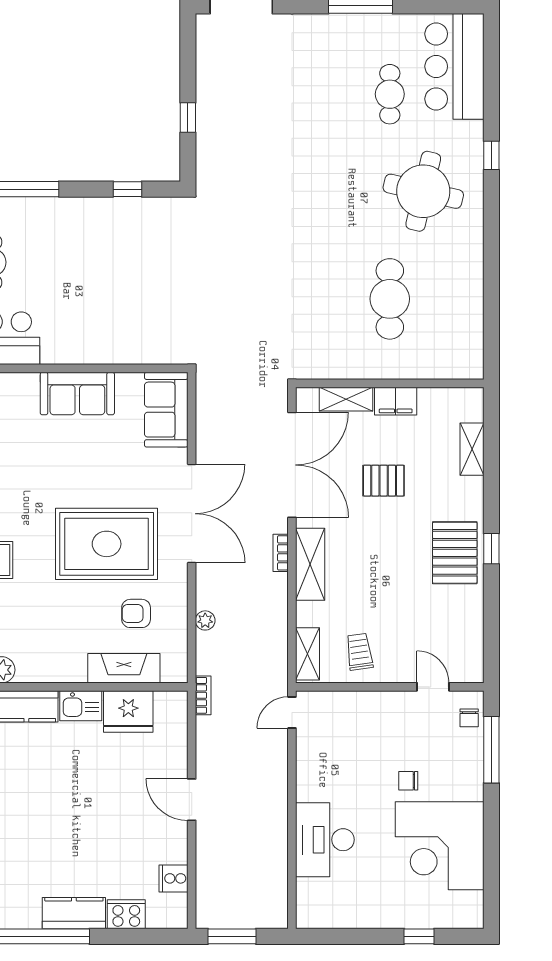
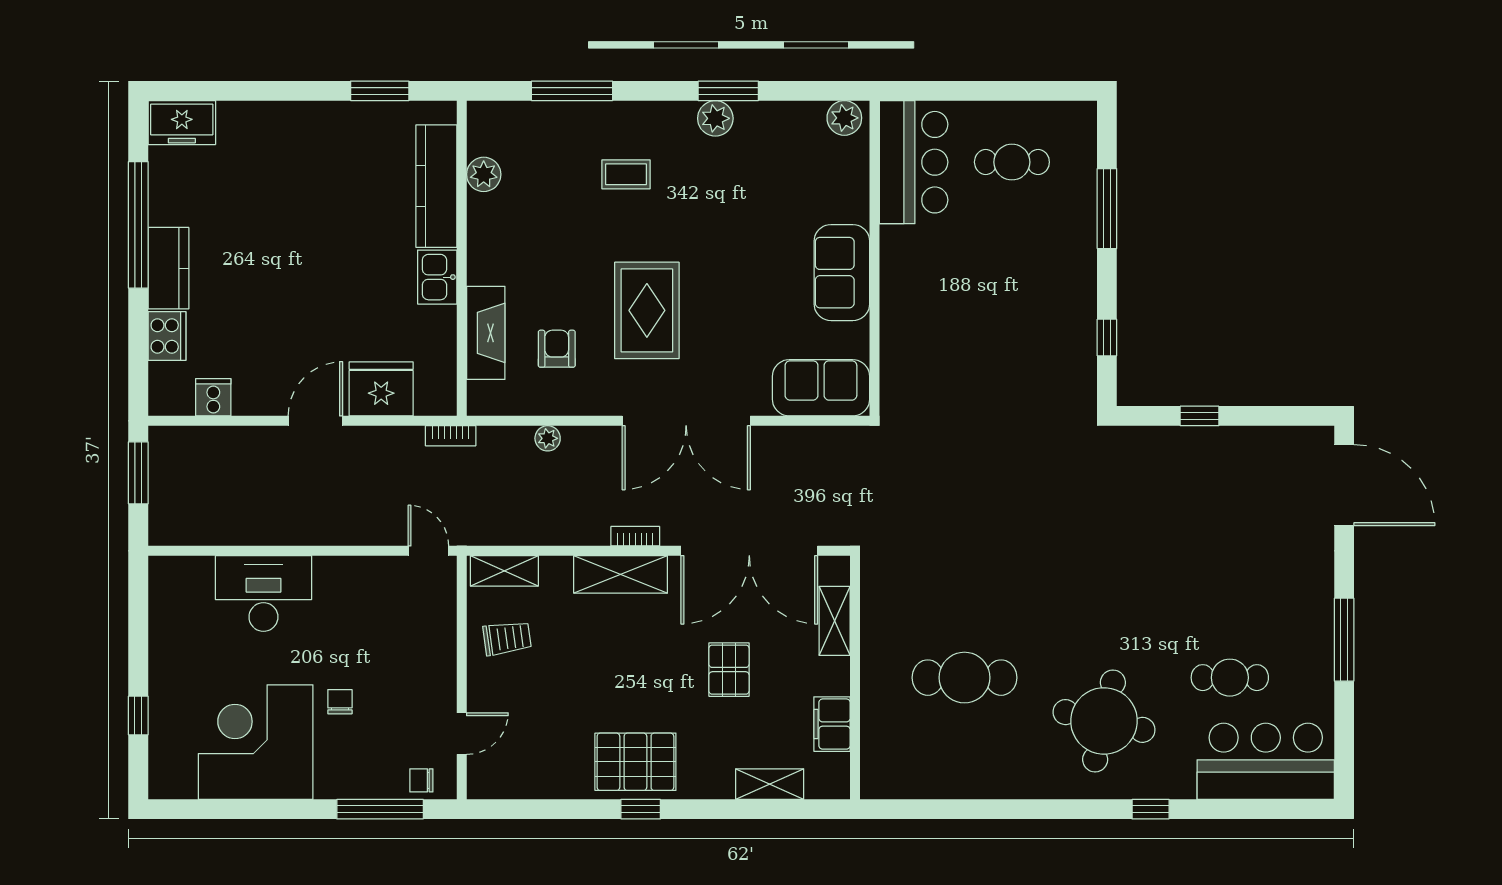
filing cabinet: (396, 401) -> (832, 724), moved
rug: (107, 544) -> (647, 310), width x0.73, depth x0.69
fridge: (128, 711) -> (381, 389), moved, turned 90

